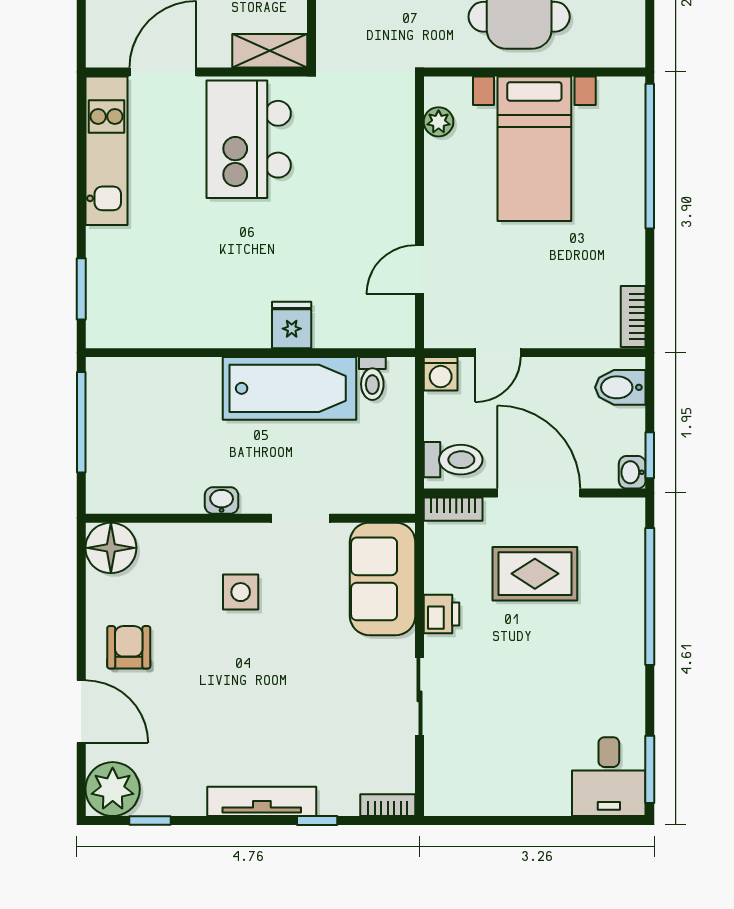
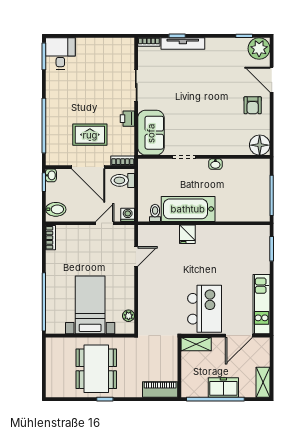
side table: (241, 592) -> (208, 127), removed
tv unit: (262, 801) -> (183, 44), moved

